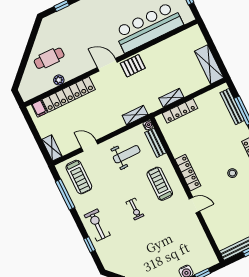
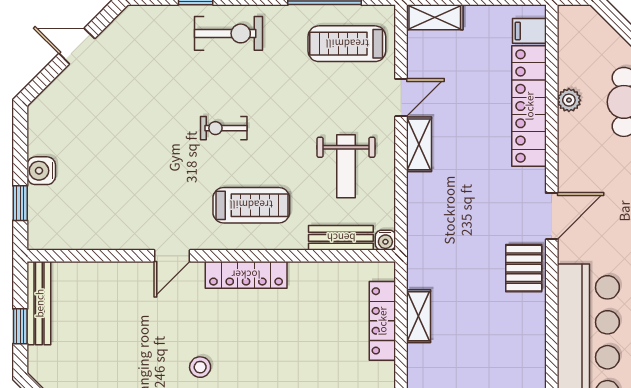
shelving: (135, 115) -> (419, 144), moved

